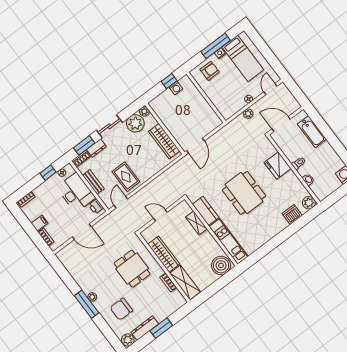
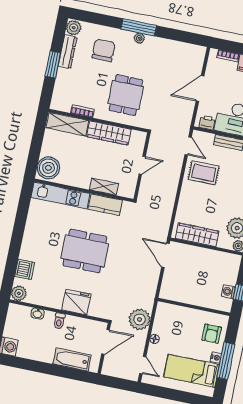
plant: (248, 114) -> (140, 319), width x1.87, depth x1.87
dining table: (132, 269) -> (126, 95), turned 90

